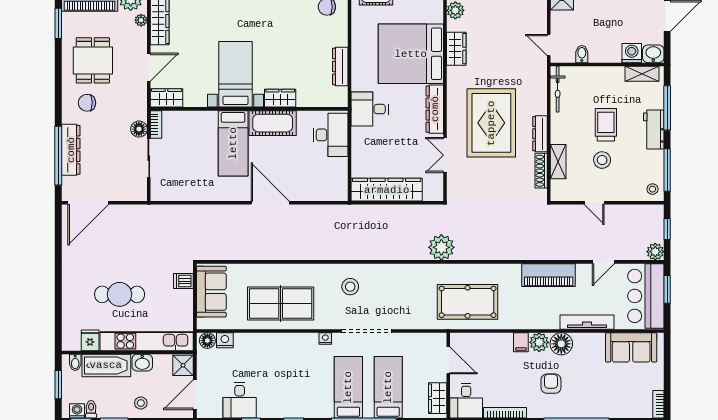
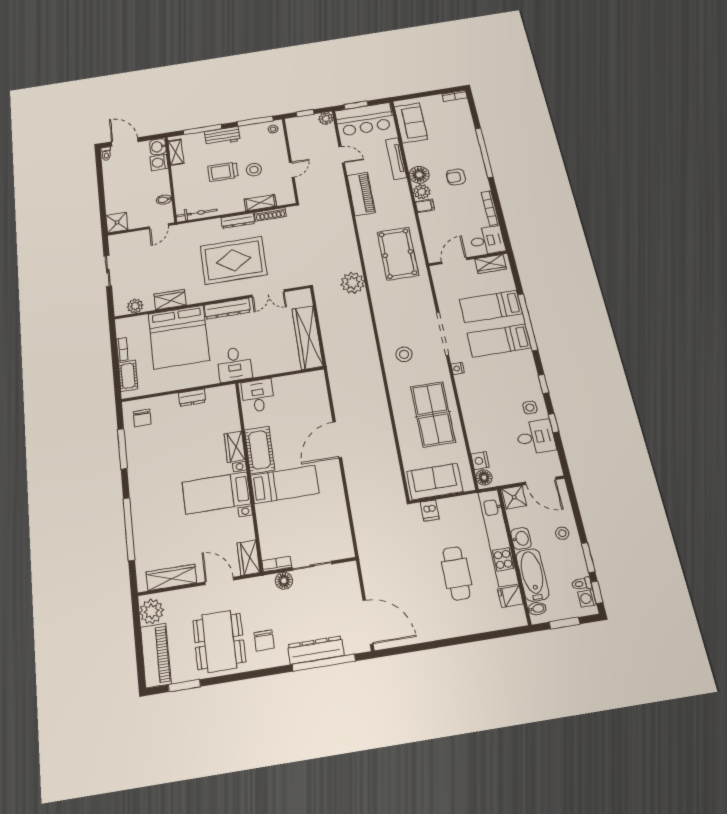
plant: (141, 20) -> (172, 597), removed
dining table: (93, 60) -> (219, 641), width x1.38
dresser: (340, 66) -> (192, 398), width x0.70
desk: (331, 135) -> (258, 396), width x0.73
side table: (271, 402) -> (530, 408), added

